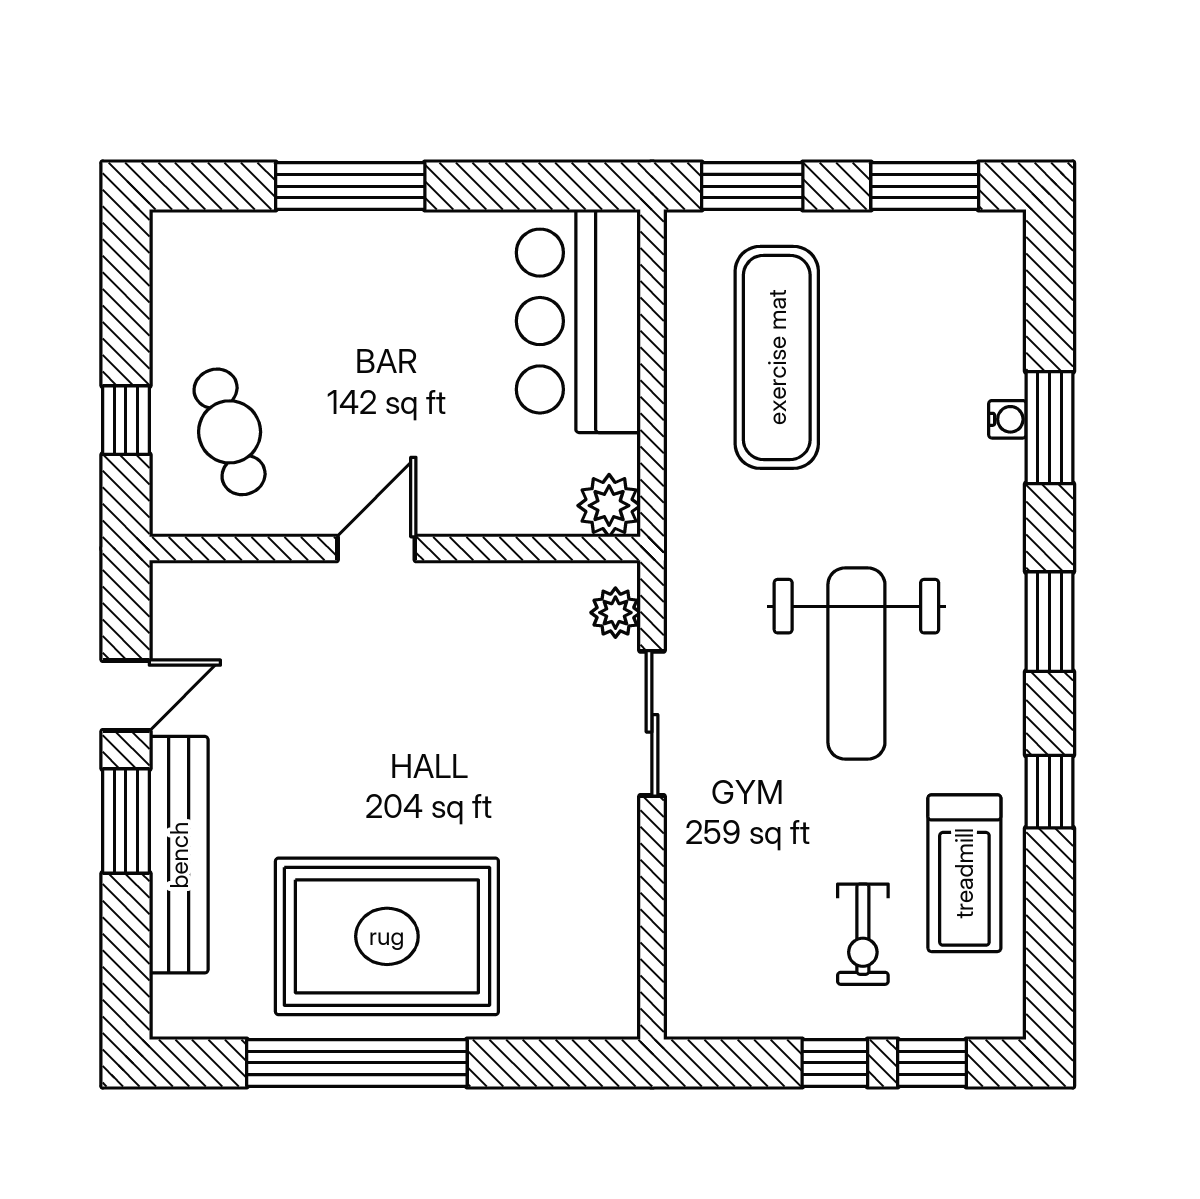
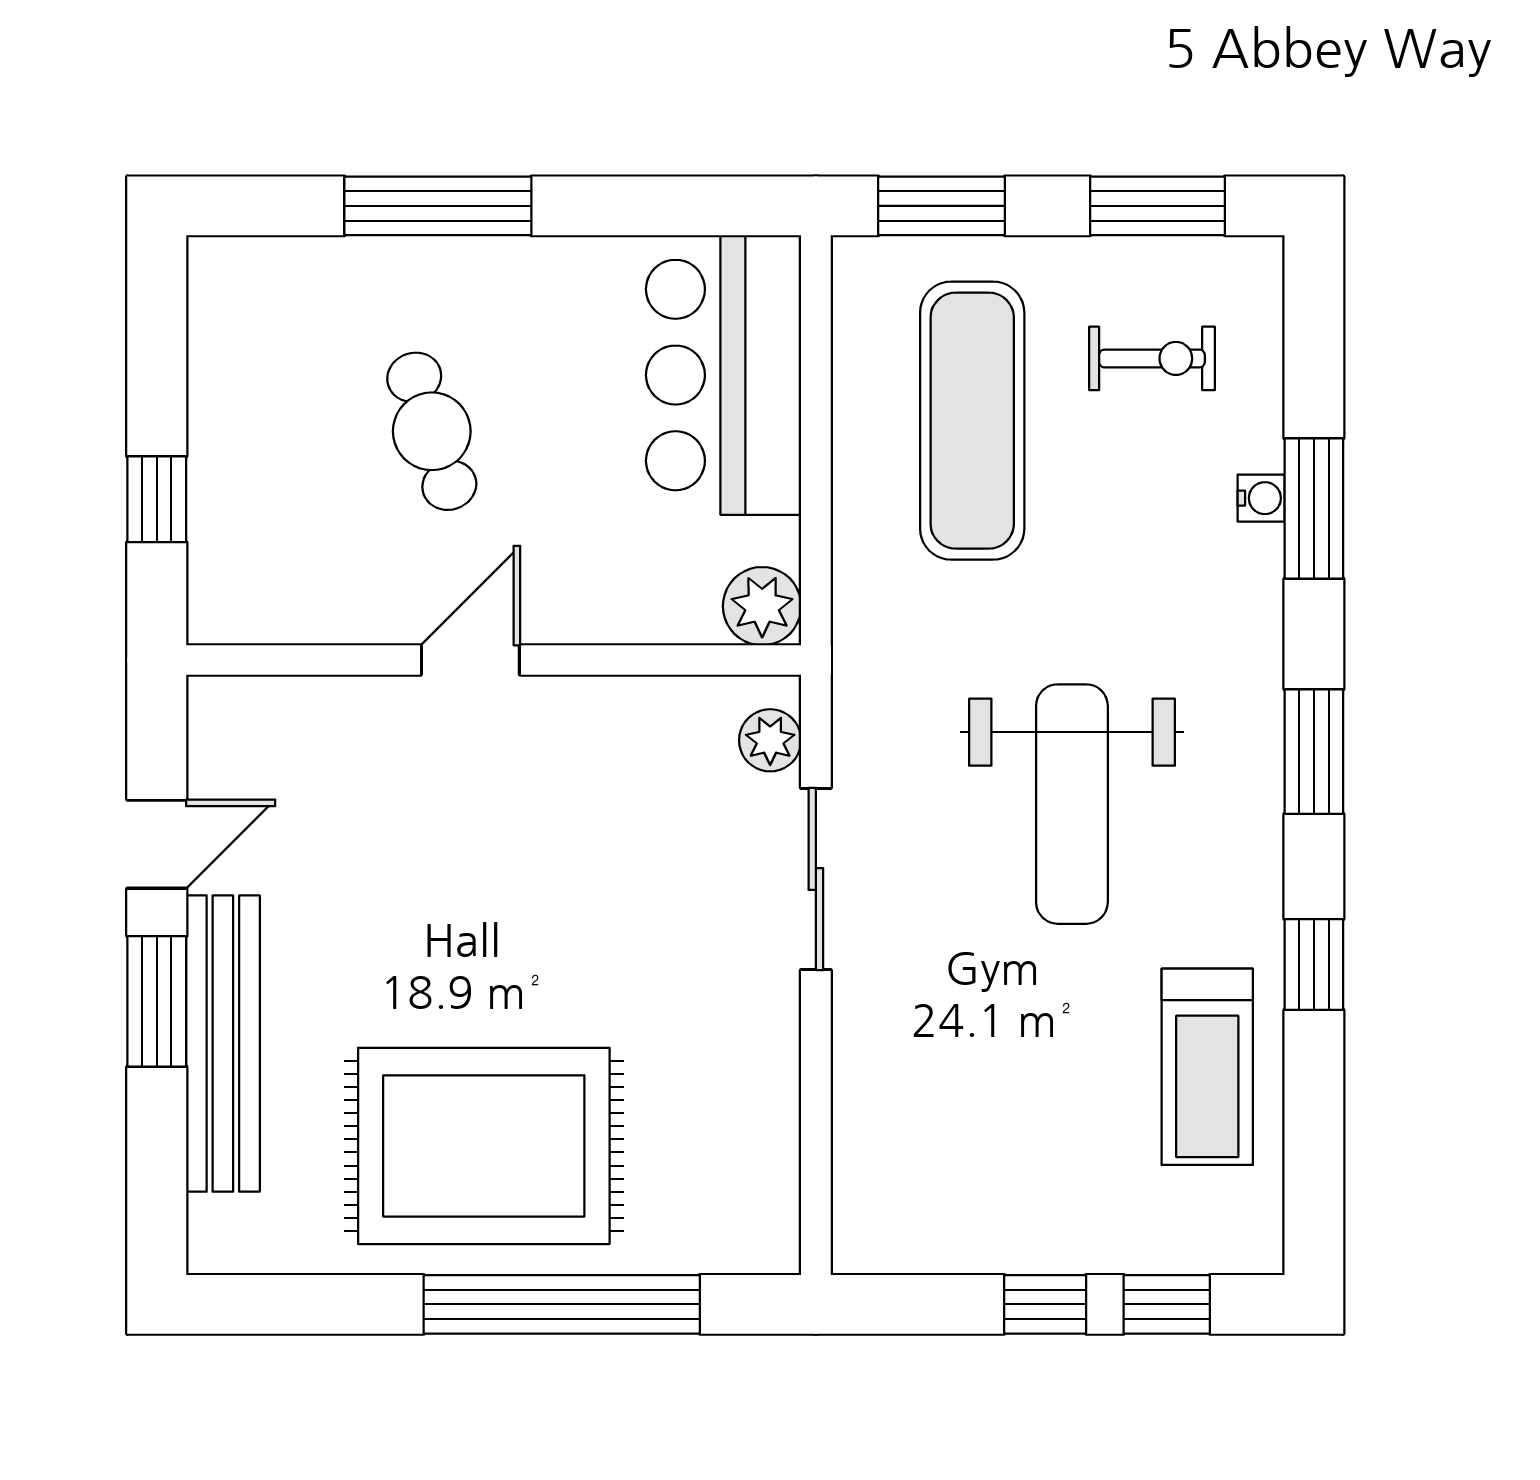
cafe table: (230, 432) -> (432, 431), moved
exercise bike: (863, 934) -> (1152, 358), moved, turned -90
window: (357, 1063) -> (562, 1304), moved

